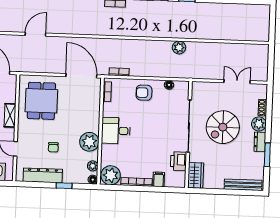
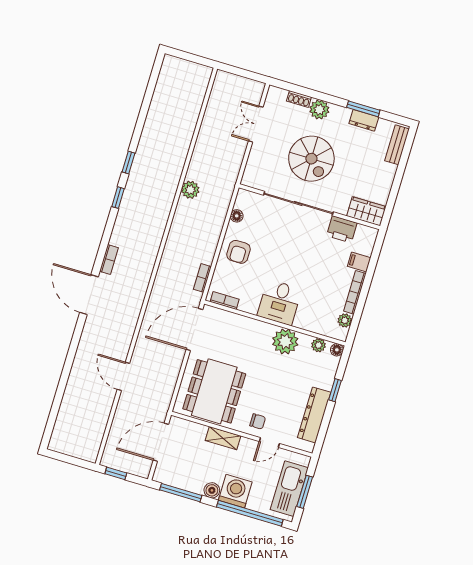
dining table: (41, 101) -> (214, 391), width x1.38
dresser: (260, 142) -> (364, 120), moved
chair: (53, 147) -> (258, 421), moved
plant: (111, 175) -> (345, 320), width x0.53, depth x0.53
bench: (243, 185) -> (397, 145), width x0.73

